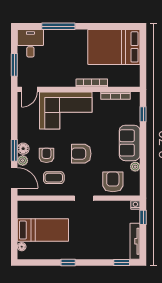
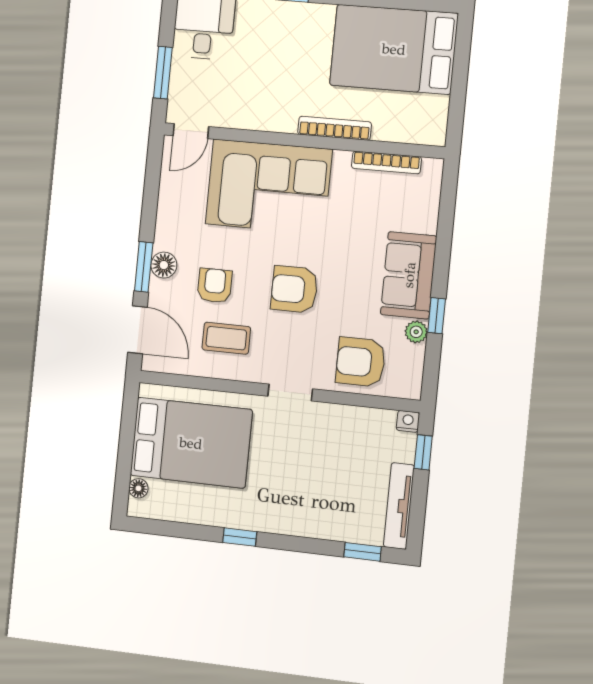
window: (143, 114) -> (437, 316), moved
plant: (23, 160) -> (160, 292), removed
armchair: (113, 182) -> (361, 362), turned -90
bed: (43, 230) -> (191, 443), width x1.50

